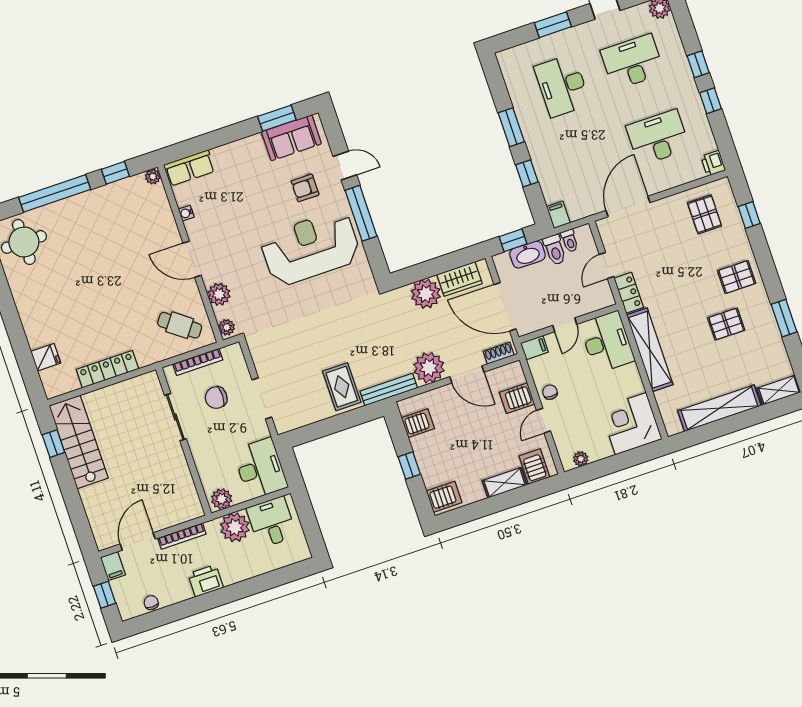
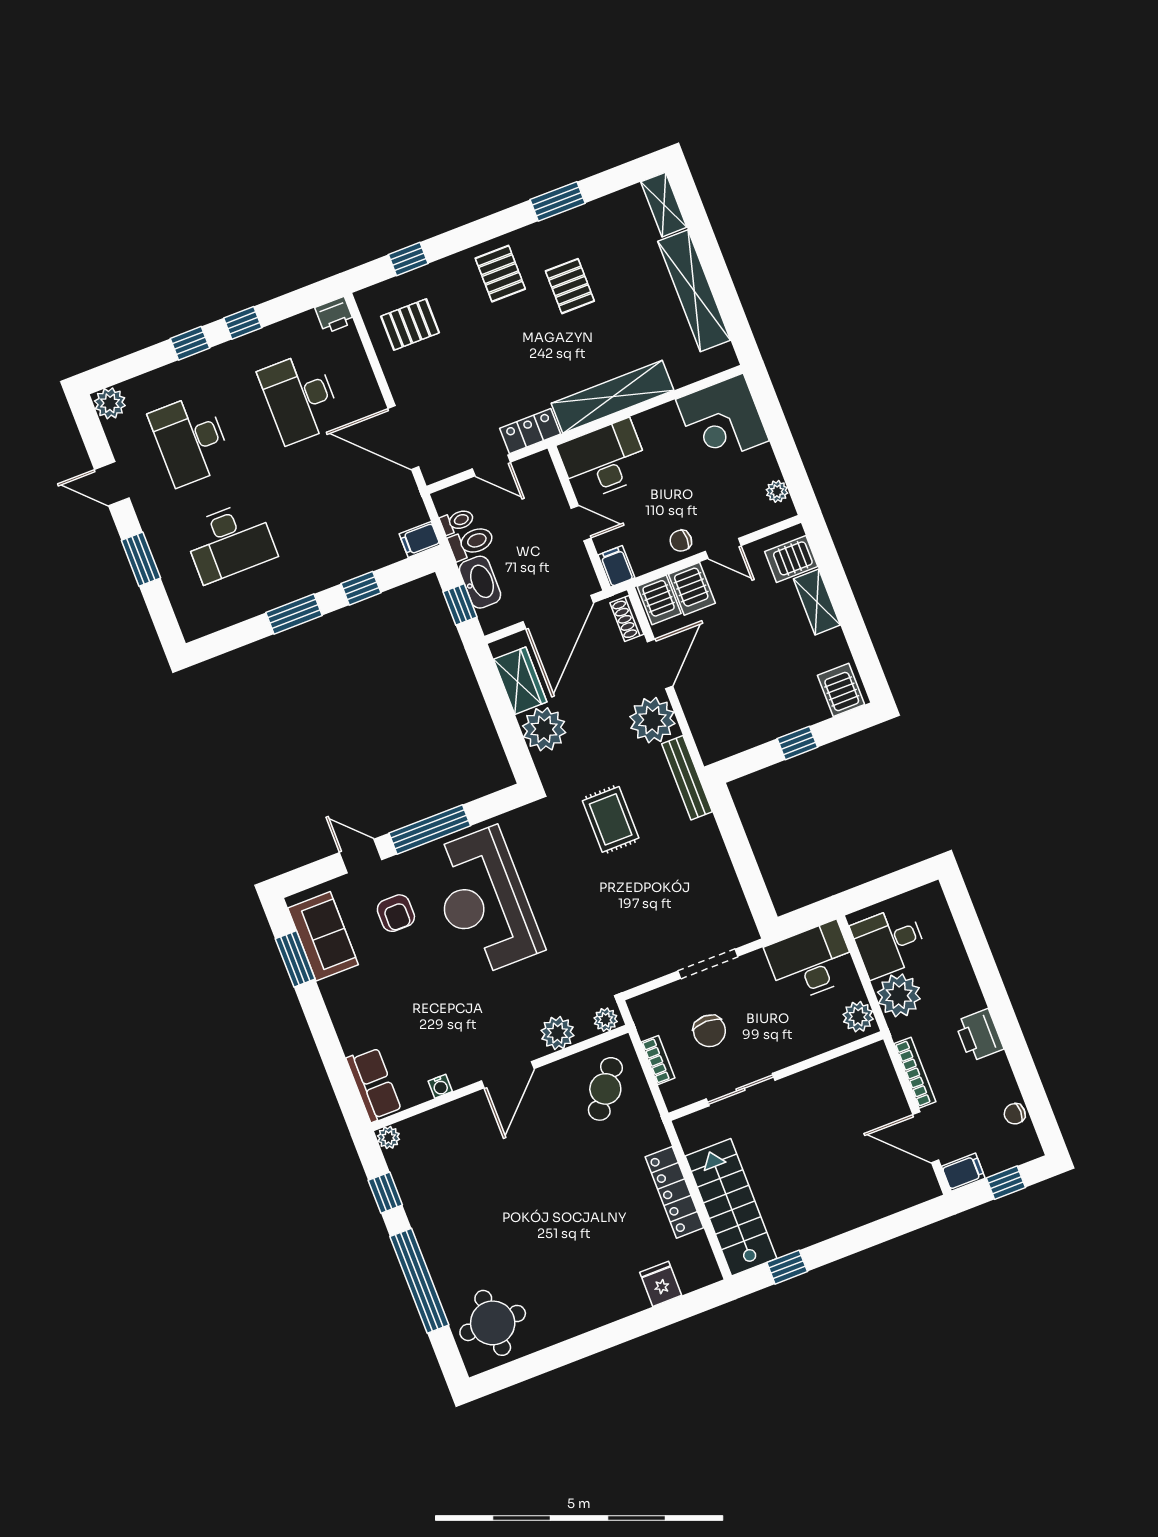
door: (345, 166) -> (361, 856), hinge flipped
bookcase: (198, 362) -> (658, 1060), width x0.64
rug: (342, 387) -> (611, 819), moved, turned 90
server rack: (418, 423) -> (659, 600), moved, turned 180
stairs: (79, 442) -> (731, 1207), moved, turned 90

